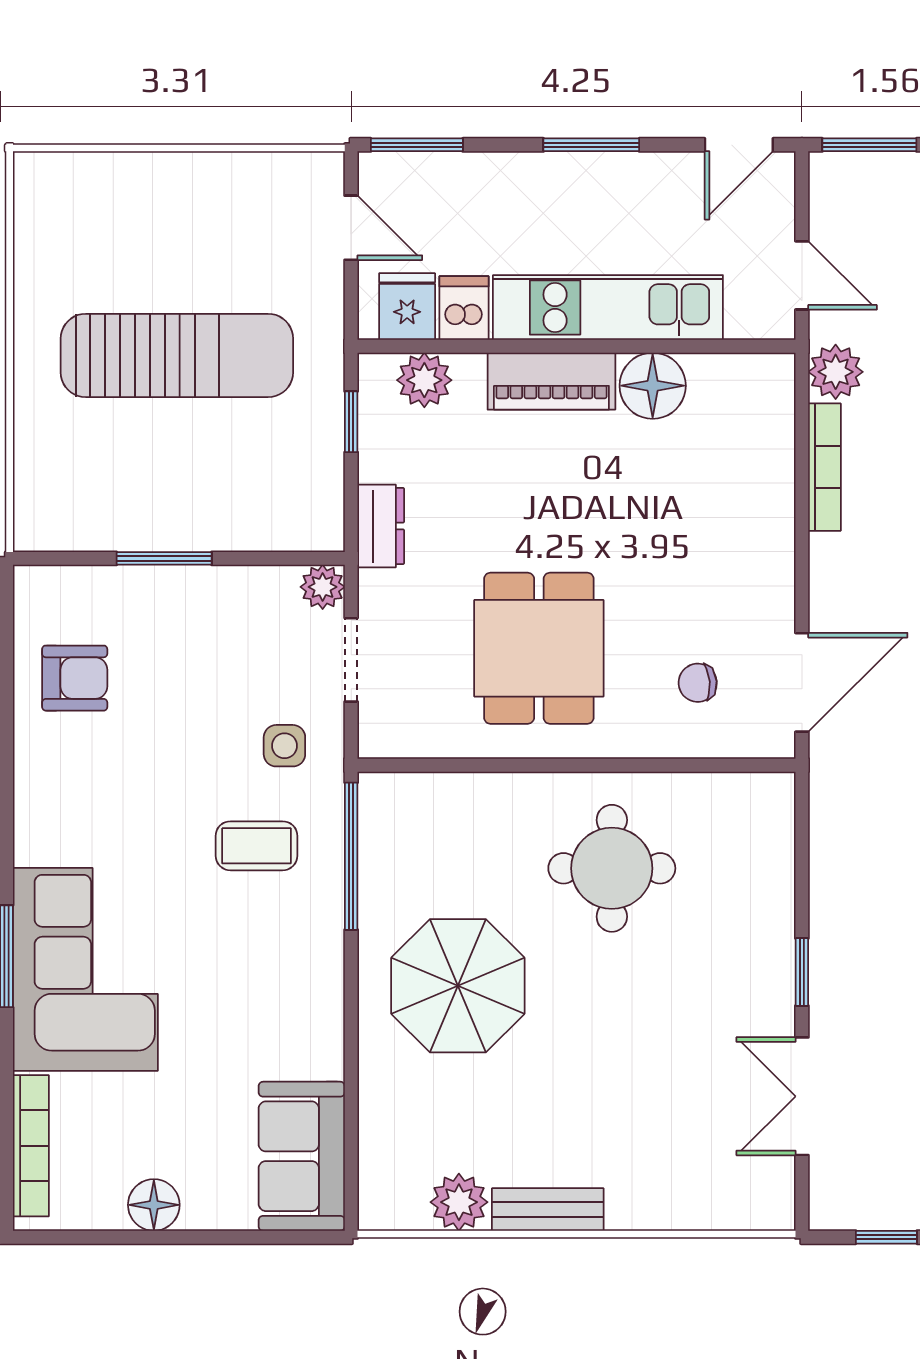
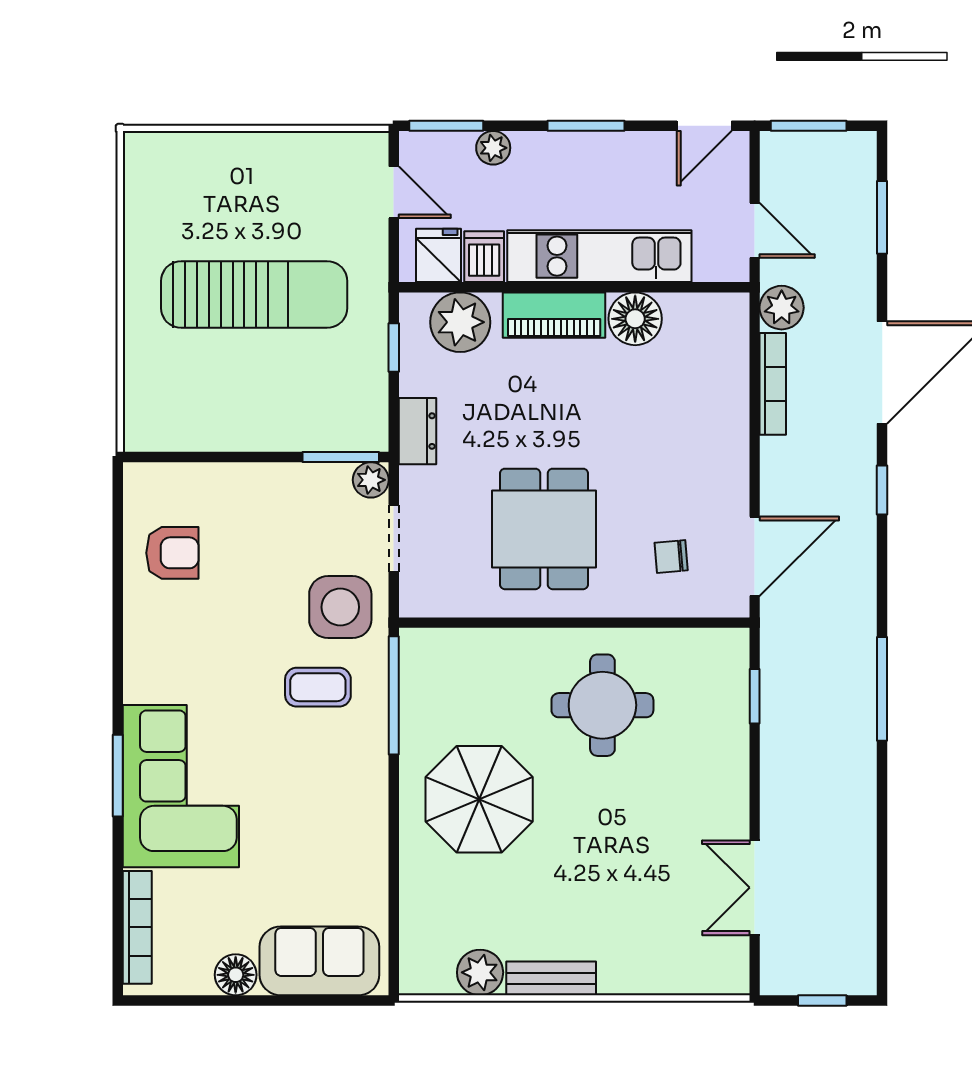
plant: (475, 172) -> (493, 148), added
plant: (424, 380) -> (460, 322), width x1.36, depth x1.36
window: (164, 558) -> (341, 457), moved
side table: (284, 746) -> (340, 607), width x1.87, depth x1.87
window: (802, 972) -> (755, 696), moved
sofa: (302, 1156) -> (319, 961), moved, turned 90

